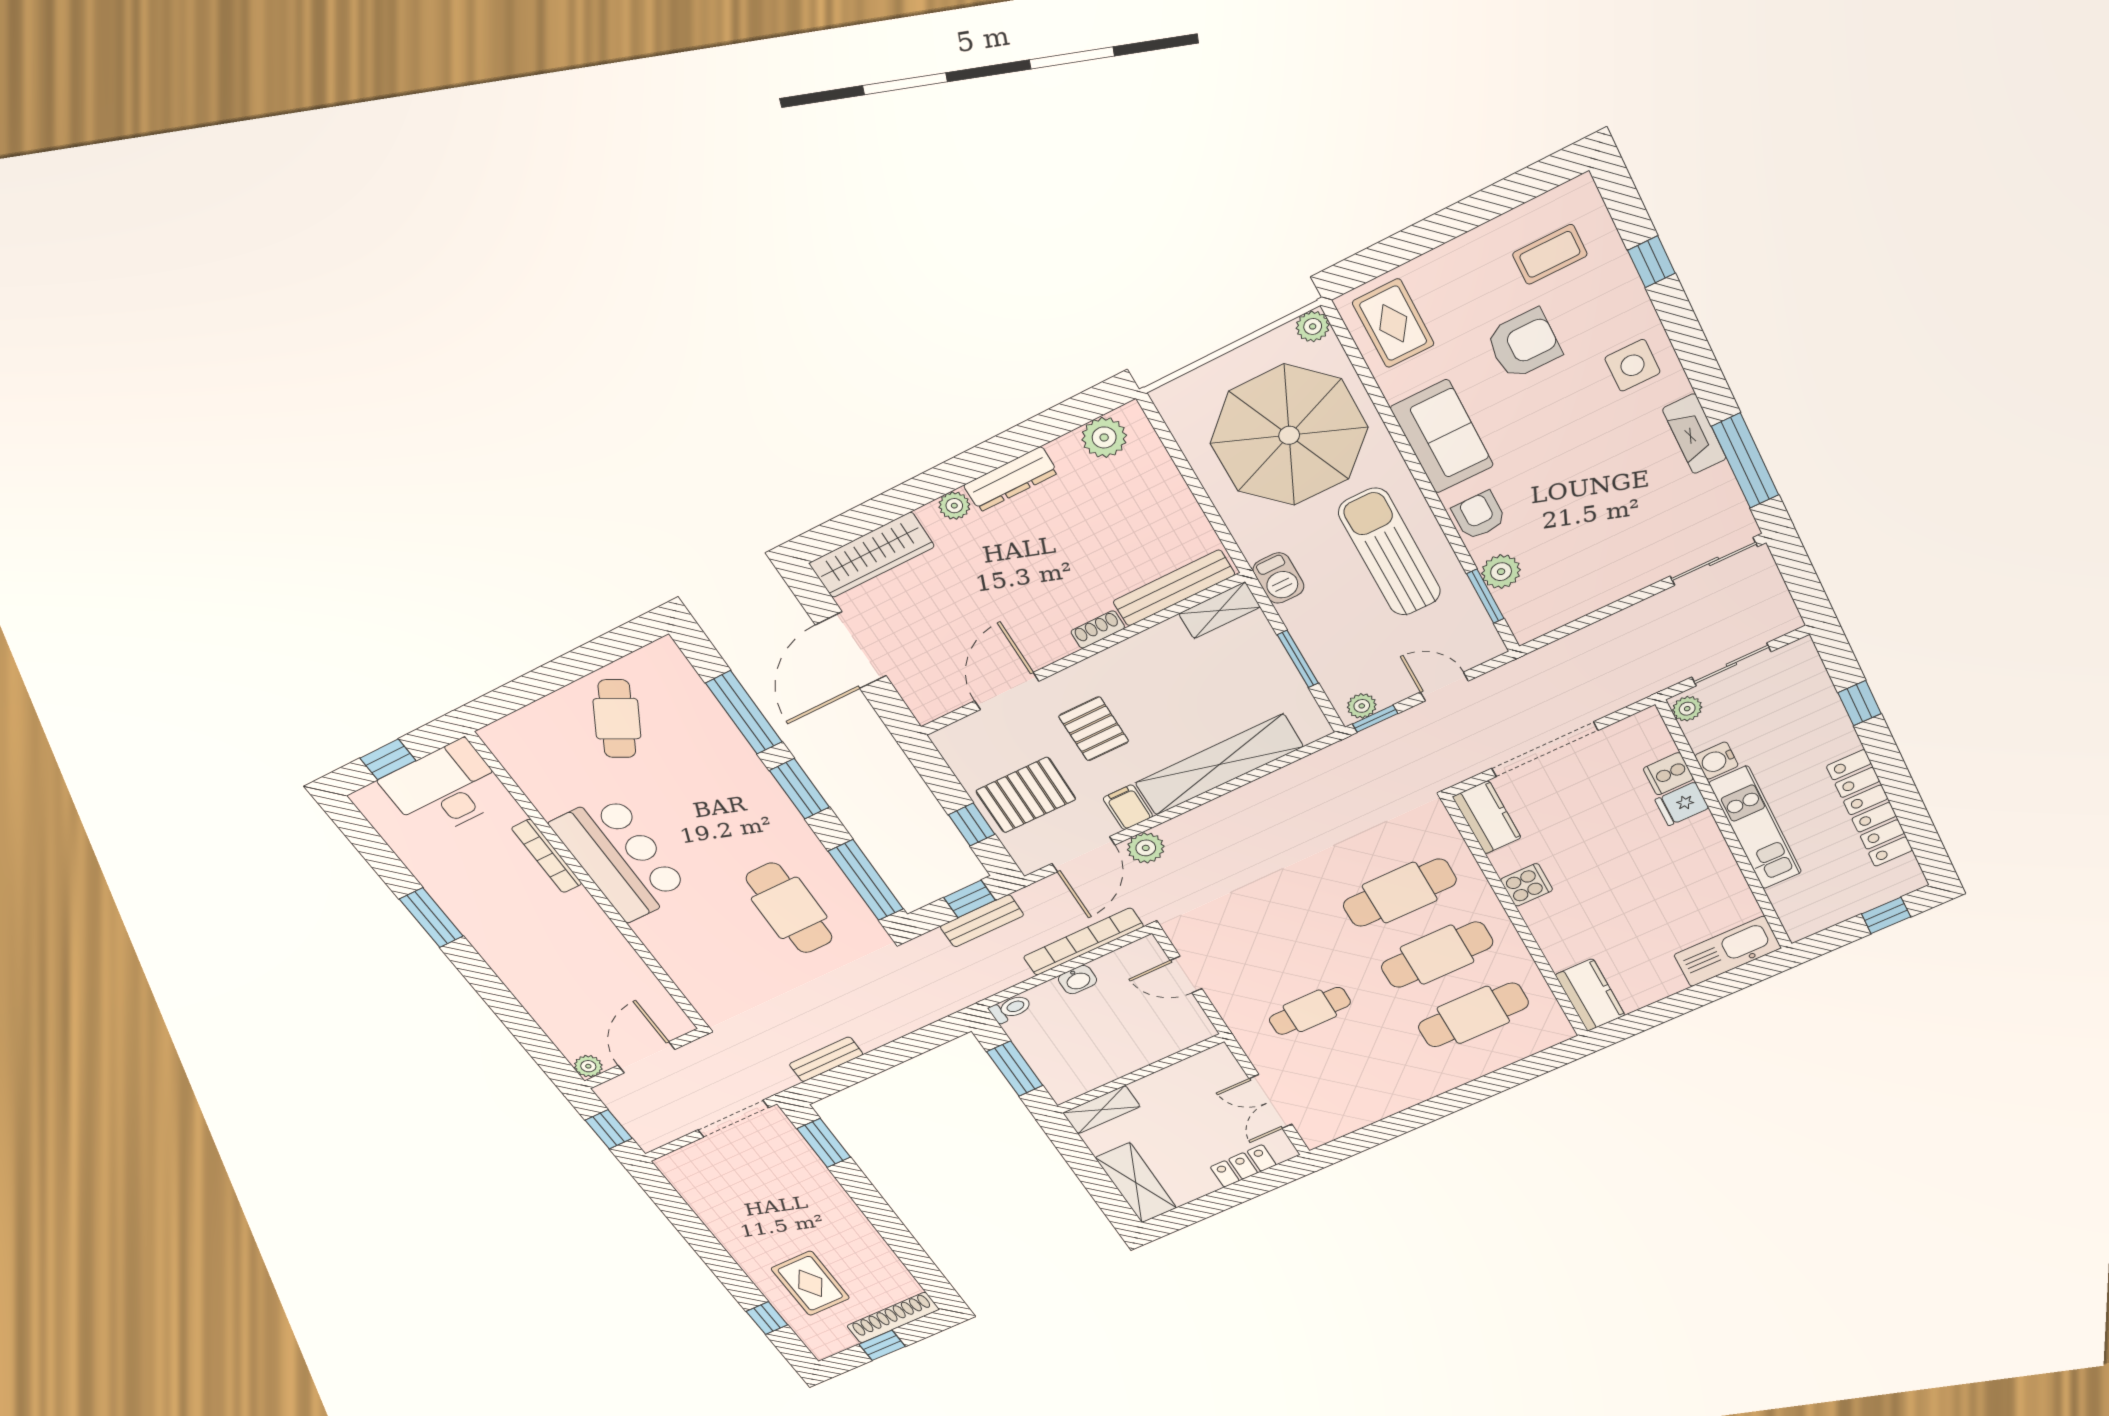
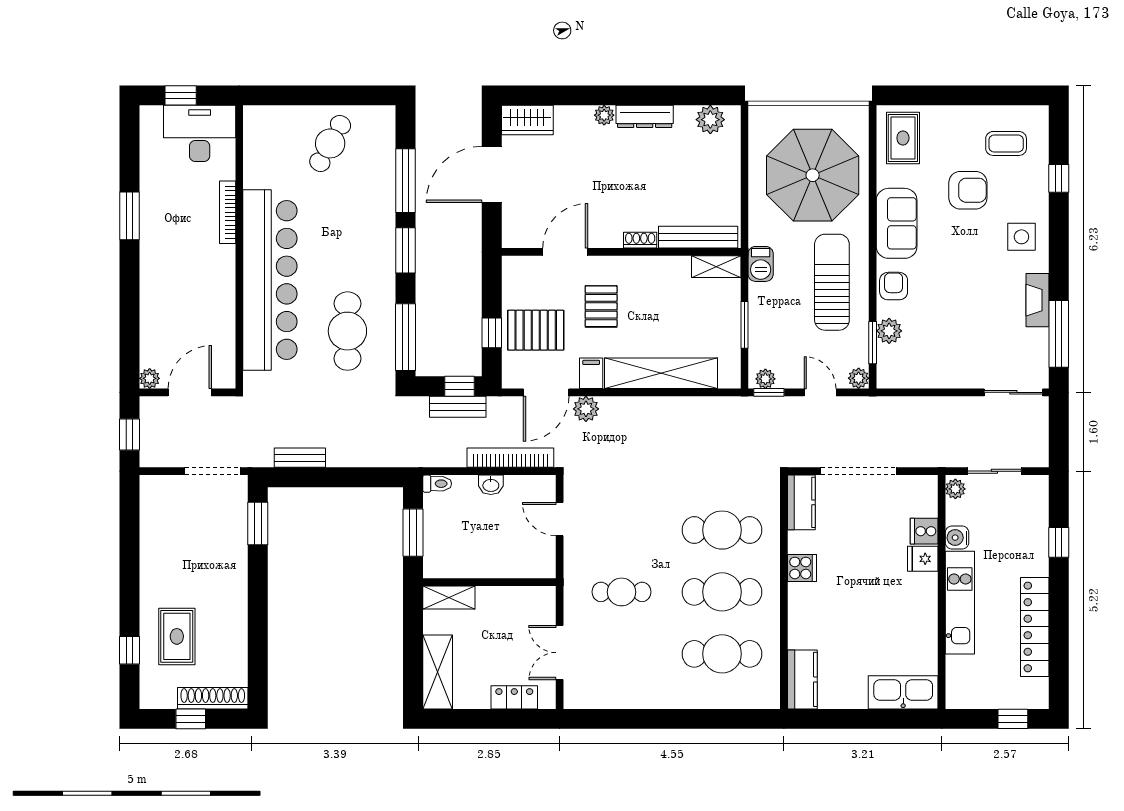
plant: (1313, 326) -> (859, 378), moved
wardrobe: (872, 555) -> (527, 120), width x0.67
bar counter: (620, 858) -> (270, 280), width x1.86

